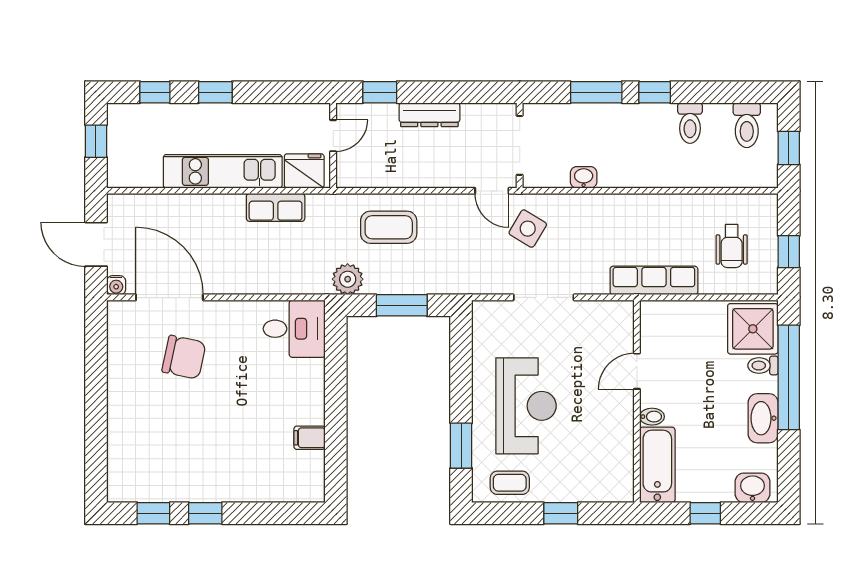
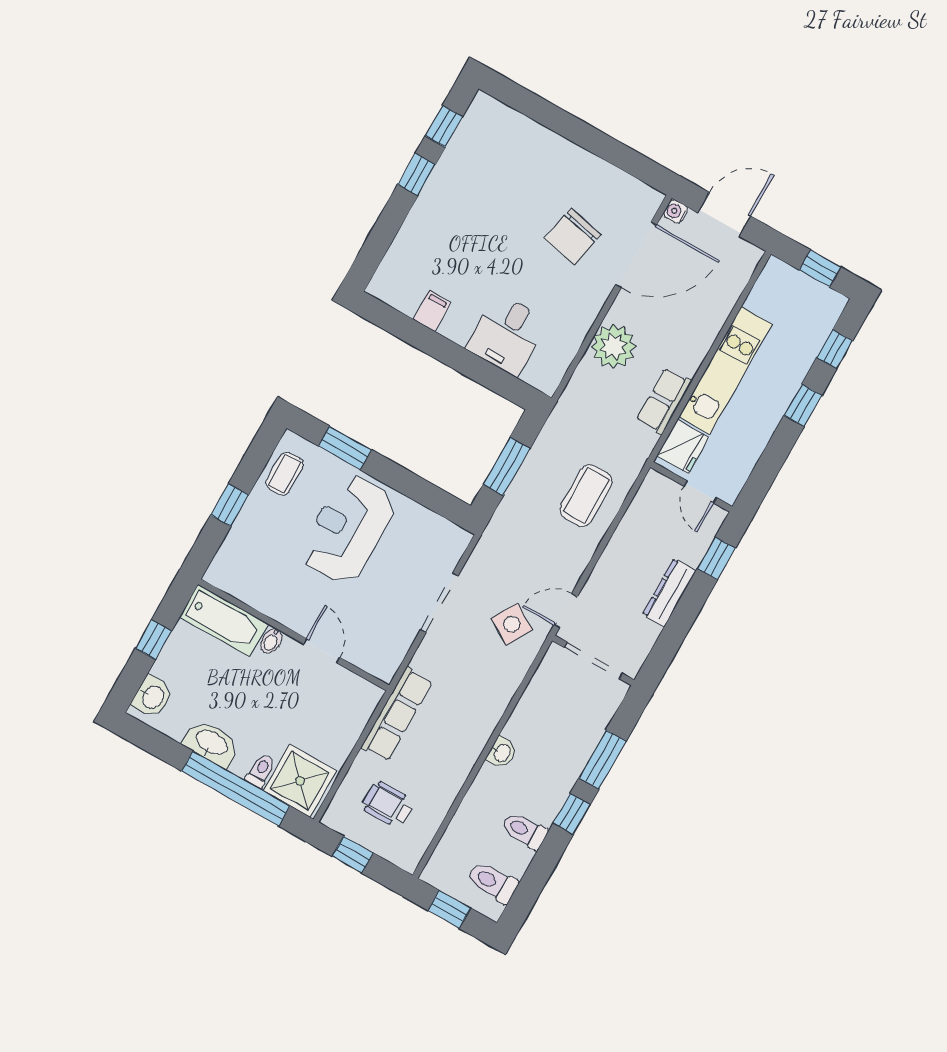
washbasin: (584, 177) -> (502, 753), moved
plant: (348, 279) -> (613, 346), moved, width x1.36, depth x1.36
desk: (294, 329) -> (507, 335), moved
reception desk: (526, 406) -> (348, 529), turned 90

